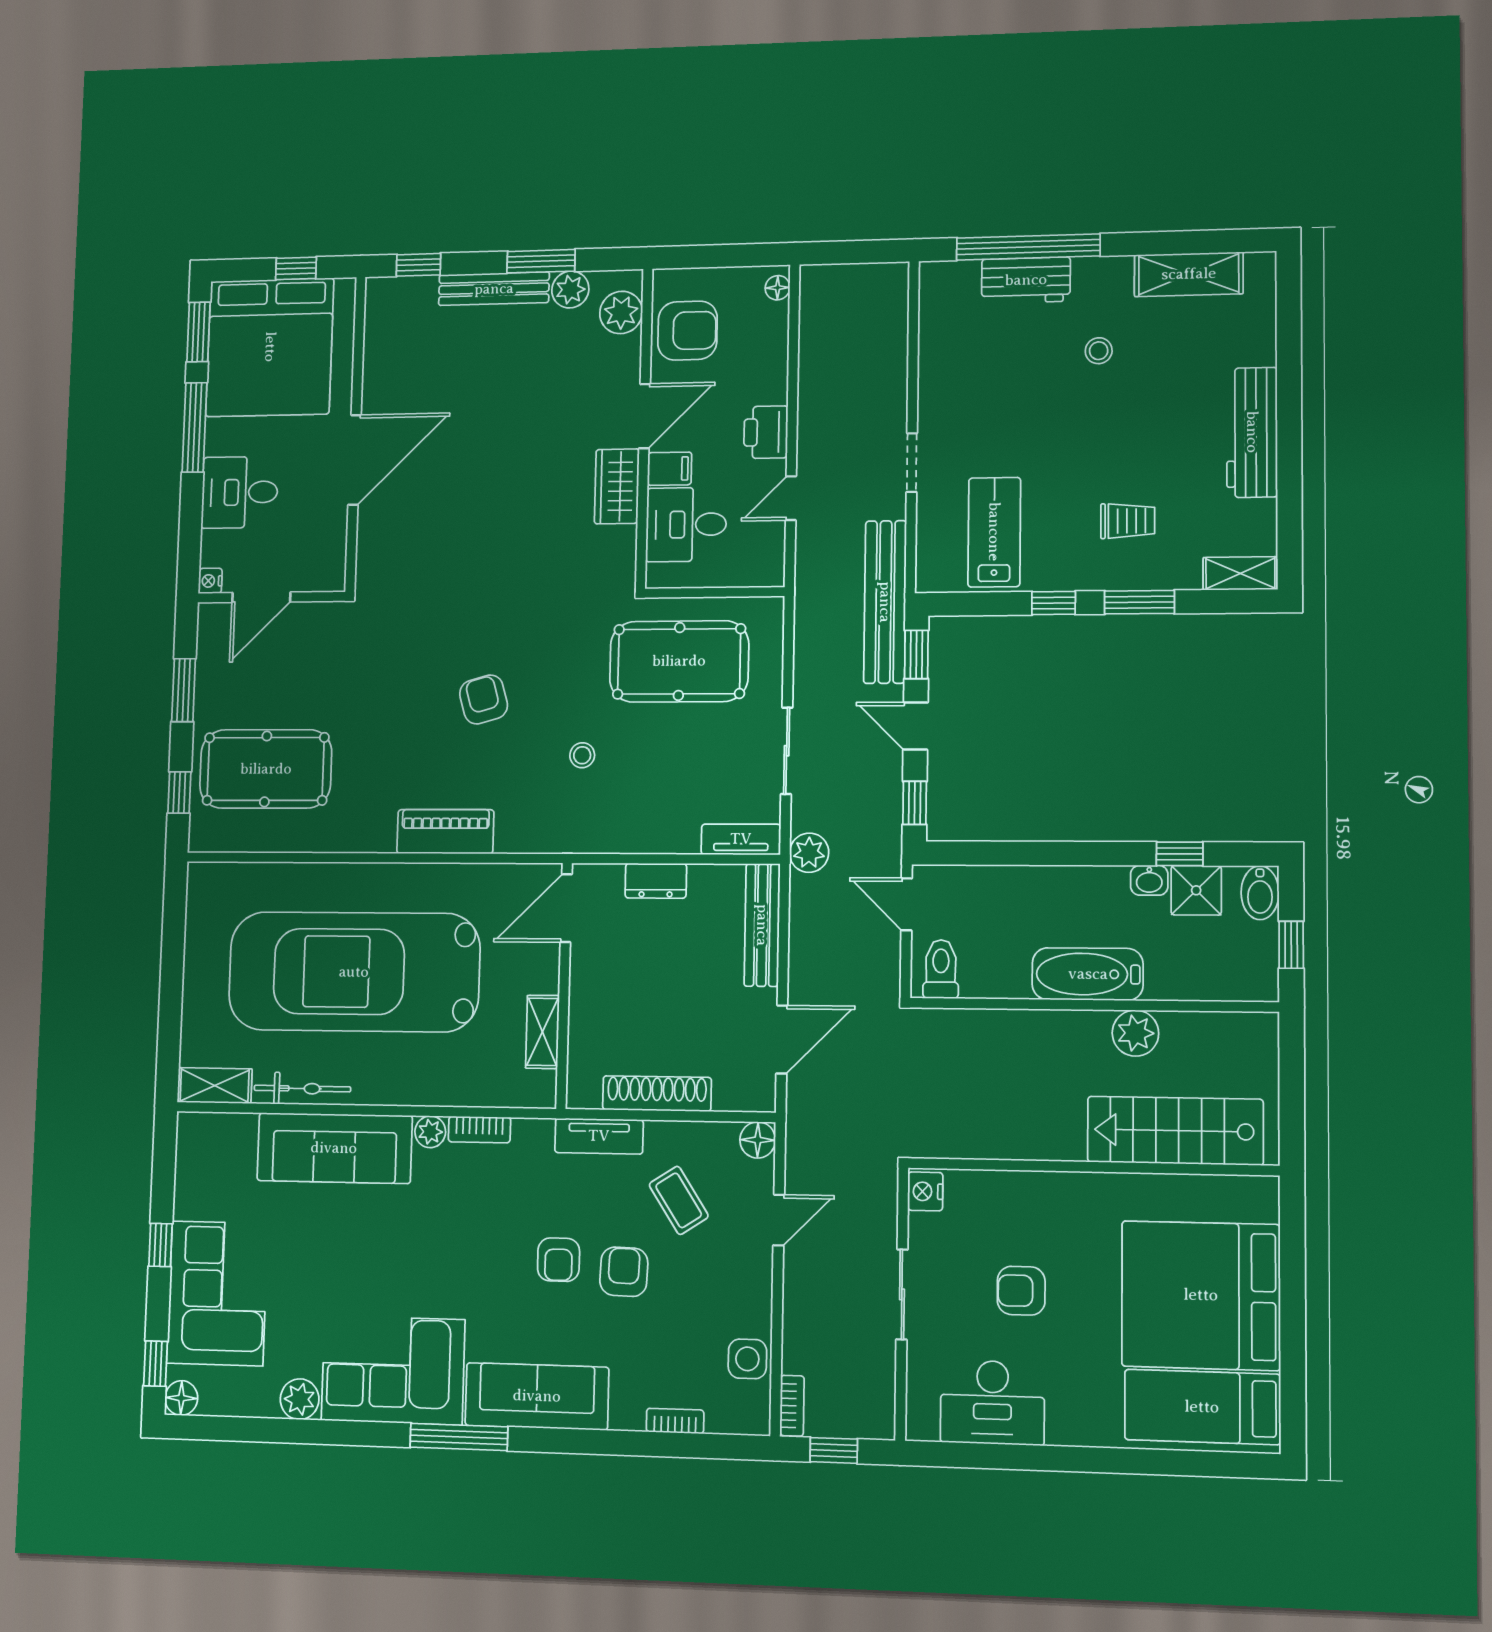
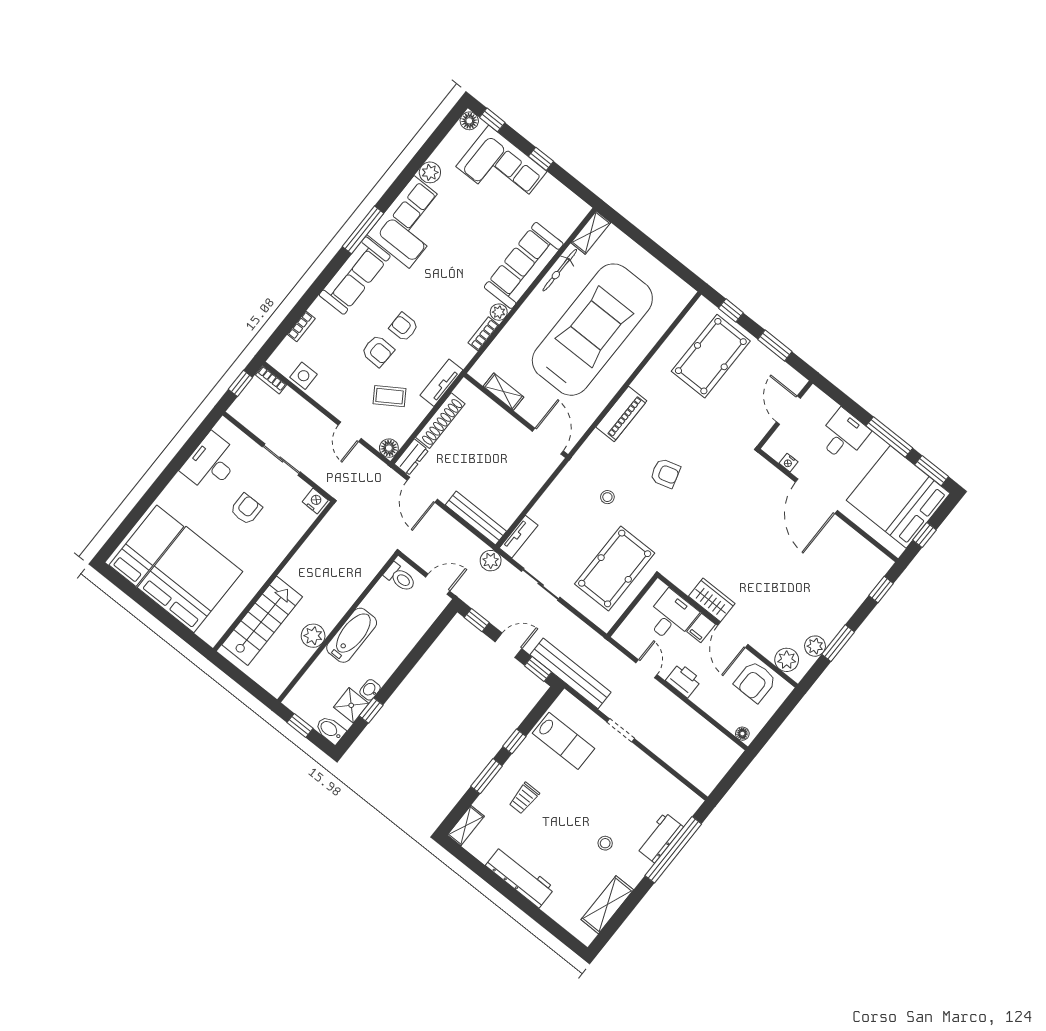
bench: (494, 289) -> (843, 614), removed
nightstand: (210, 581) -> (789, 463), moved, turned 180
dresser: (656, 881) -> (411, 457), moved, turned 180

